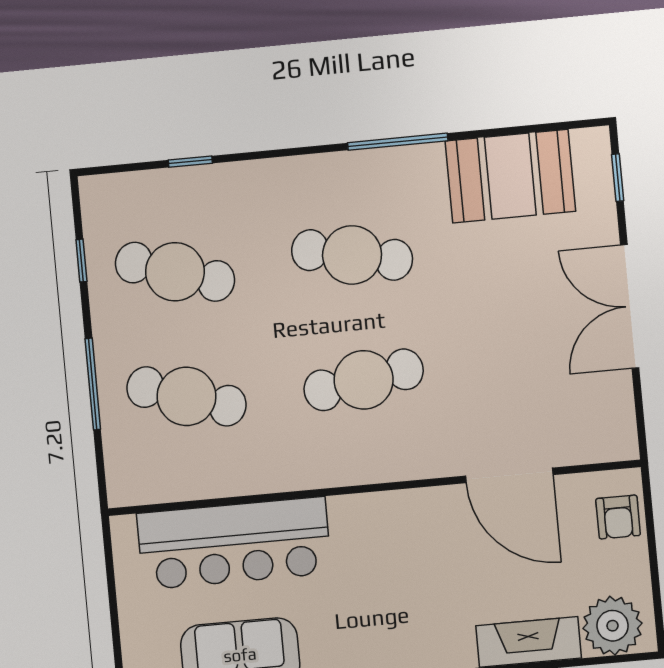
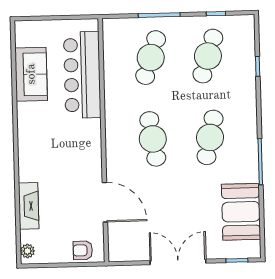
door: (509, 475) -> (105, 202), swing flipped
plant: (612, 626) -> (27, 251), width x0.53, depth x0.53

